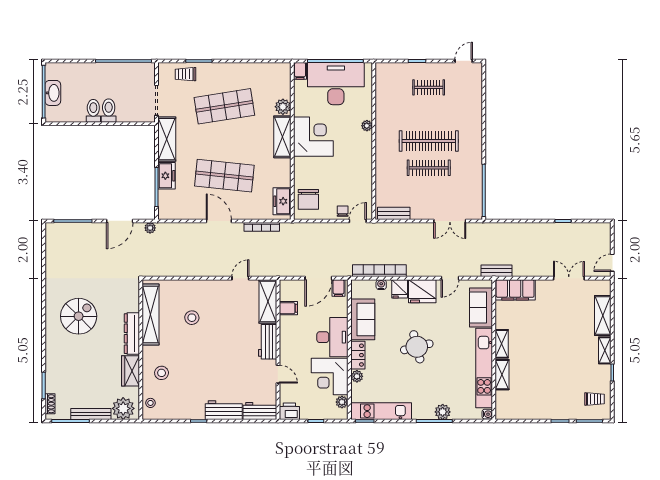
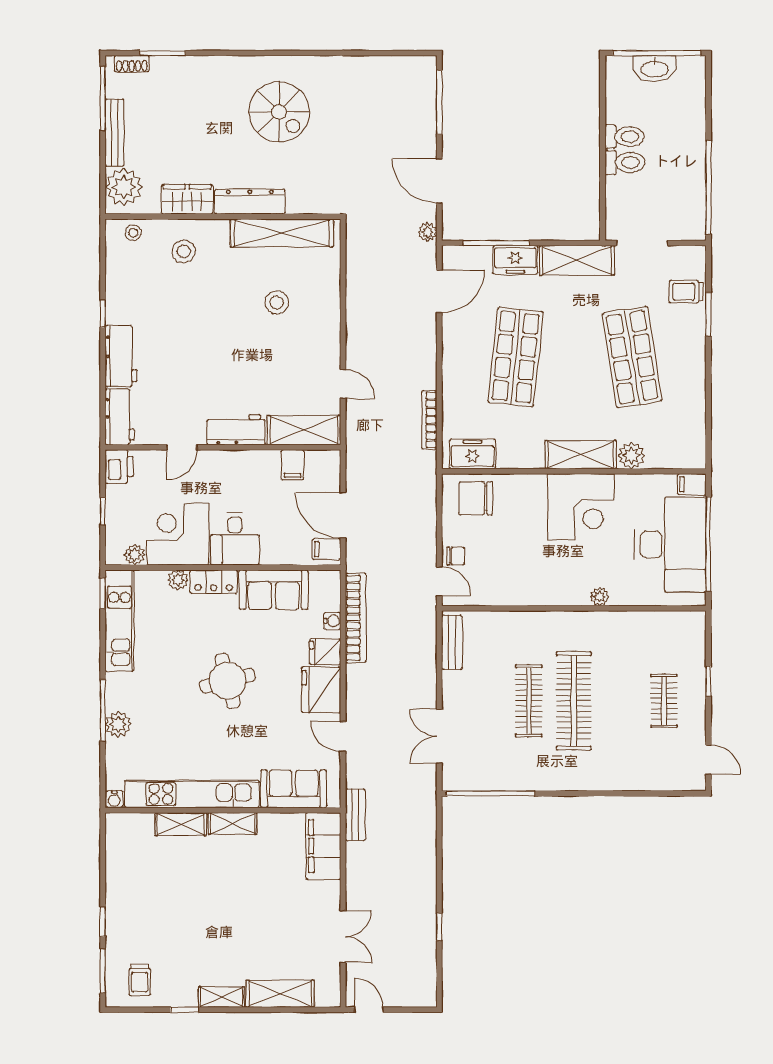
trolley: (185, 74) -> (686, 292), turned -90
door: (219, 221) -> (439, 291), moved
desk: (332, 337) -> (235, 539), width x0.73

